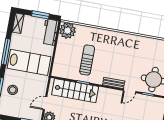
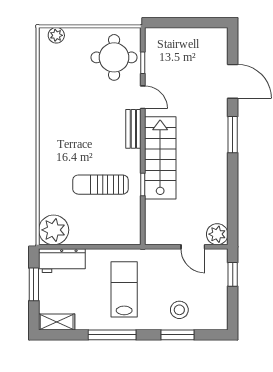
lab bench: (29, 62) -> (124, 289), width x0.73, depth x0.72
stairs: (75, 91) -> (160, 158), moved

